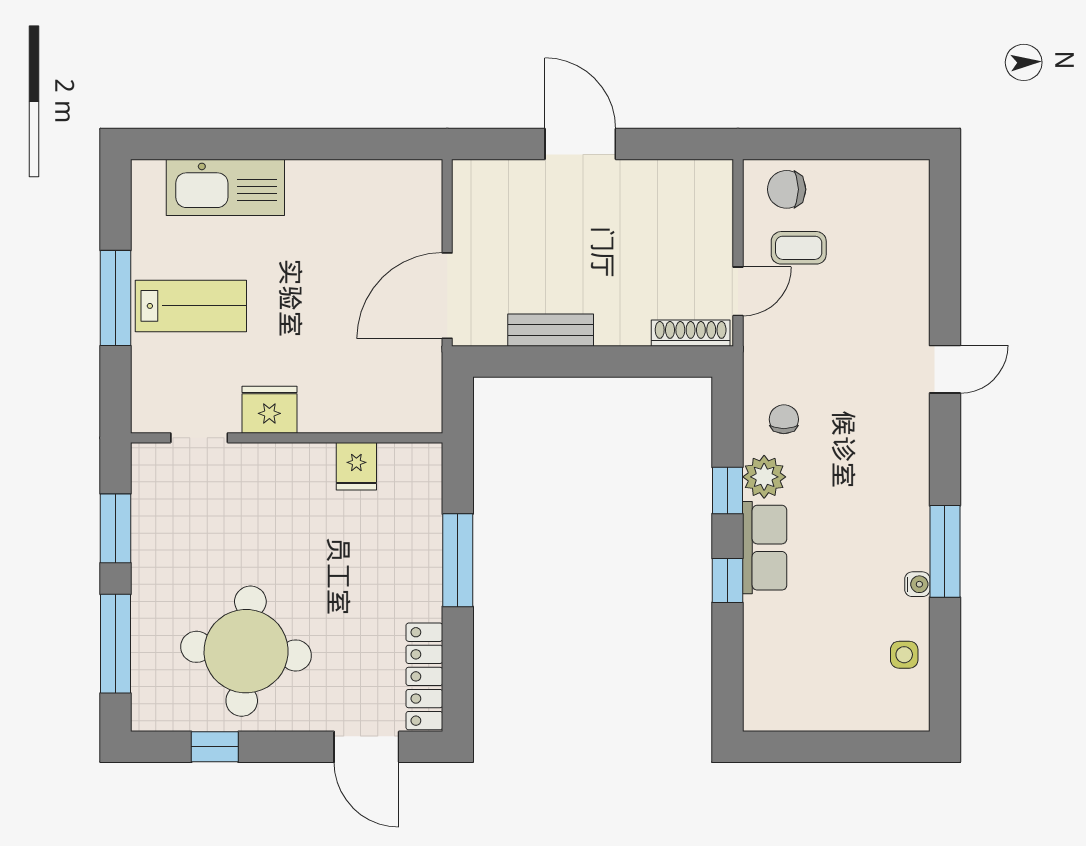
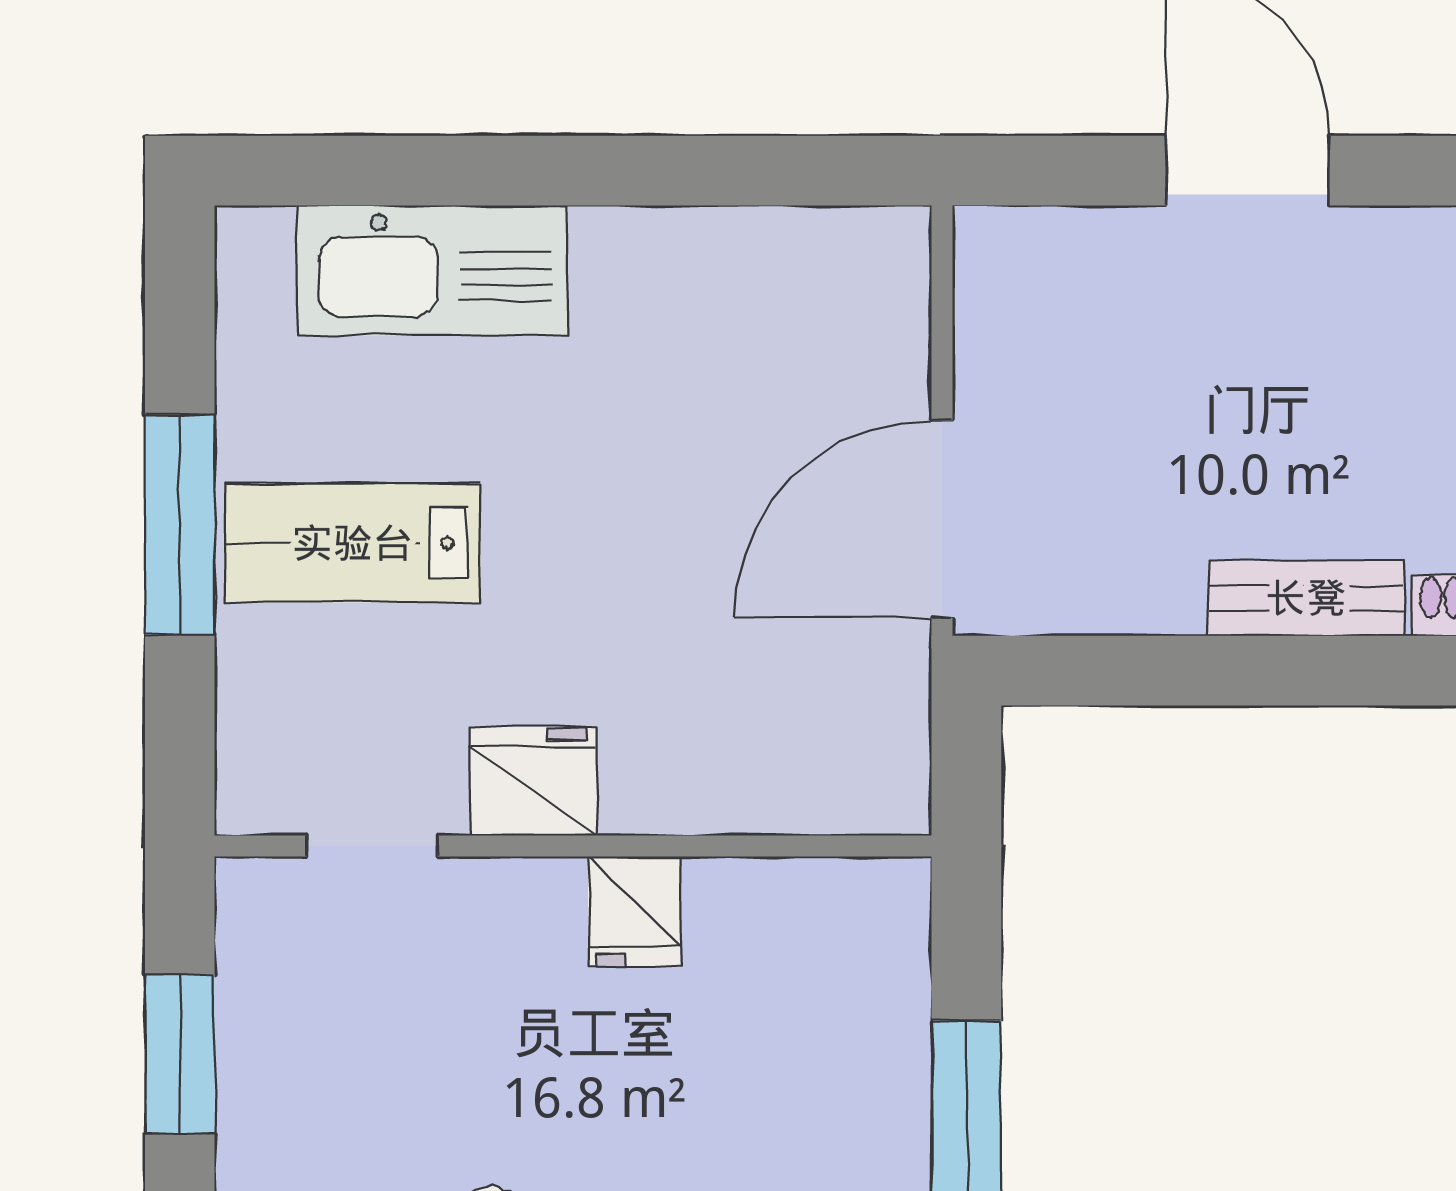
lab bench: (191, 306) -> (353, 543), turned 180
bench: (551, 330) -> (1306, 598), moved
fridge: (356, 466) -> (634, 911), moved

